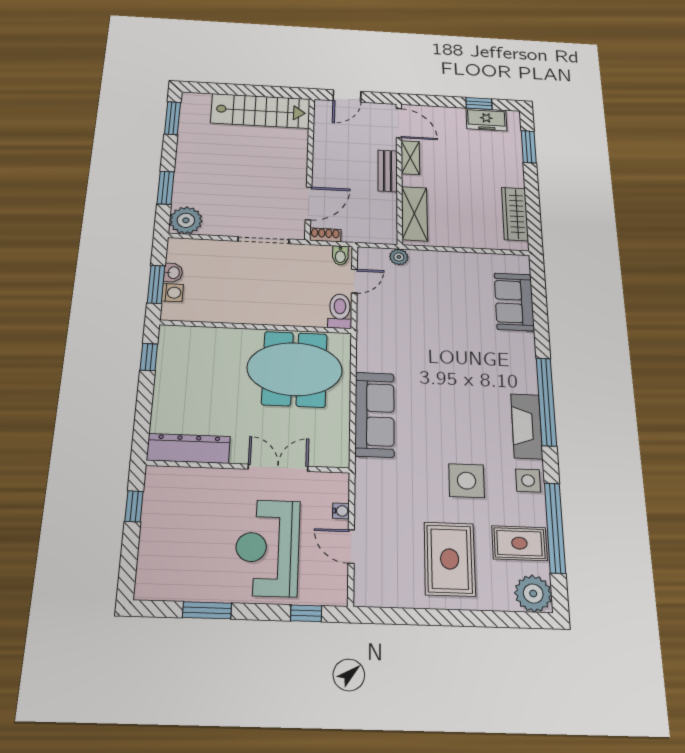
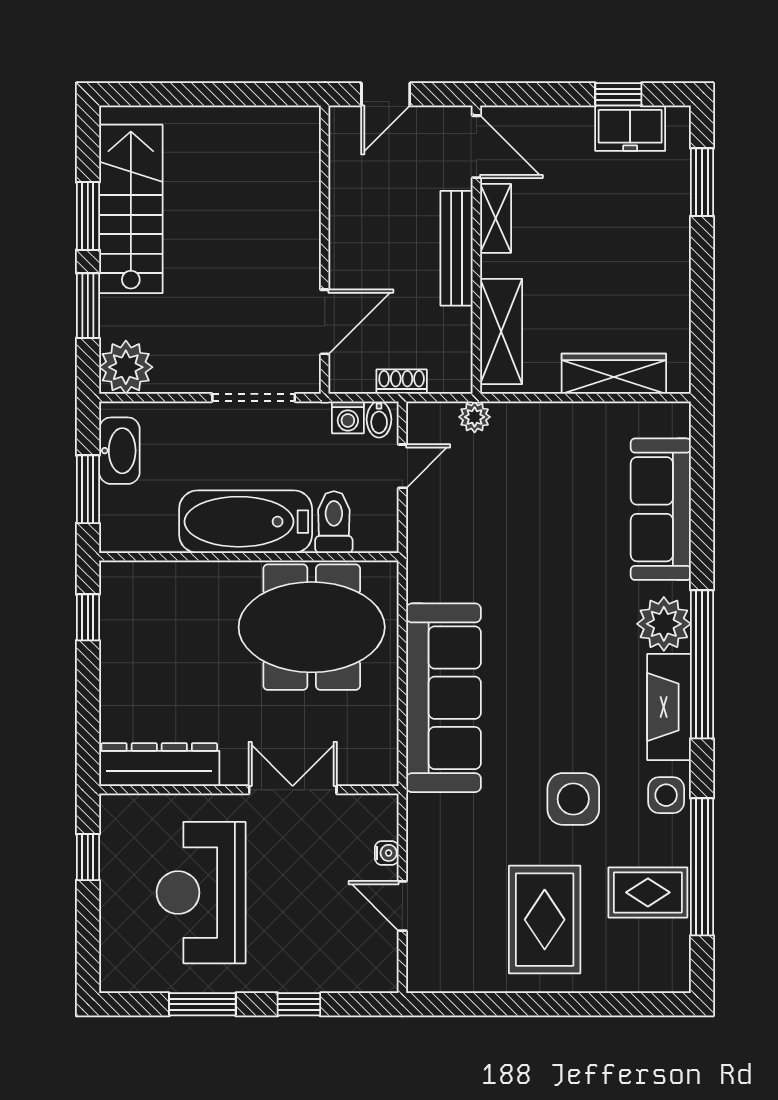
stairs: (261, 111) -> (131, 209), moved, turned -90
window: (172, 118) -> (88, 216), moved
bench: (388, 171) -> (457, 248), width x1.36
wardrobe: (515, 214) -> (614, 374), moved, turned 90
shoe rack: (325, 235) -> (402, 382), moved
washbasin: (173, 273) -> (119, 451), width x1.91, depth x1.45
washing machine: (173, 293) -> (348, 417), moved, turned 90
sofa: (514, 302) -> (661, 509), width x1.36
bathtub: (255, 307) -> (246, 522), added
toilet: (340, 311) -> (334, 522), moved
sofa: (375, 414) -> (443, 698), width x1.36, depth x1.27
reception desk: (267, 548) -> (201, 893), moved
plant: (533, 594) -> (664, 624), moved
window: (306, 613) -> (299, 1004), moved

